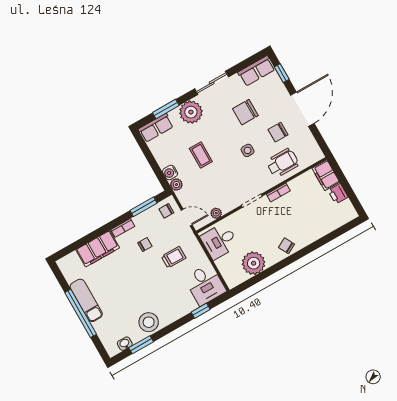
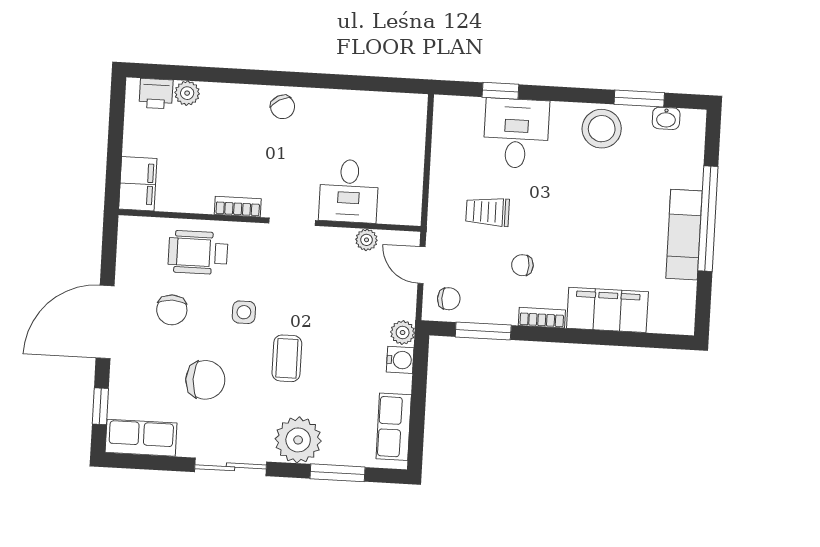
row of seats: (156, 128) -> (394, 427), moved, turned -90
chair: (278, 132) -> (172, 310), turned 90
coffee table: (201, 155) -> (287, 358), moved
printer: (338, 194) -> (156, 94), moved, turned 90
desk: (219, 241) -> (349, 191), moved, turned 90
plant: (254, 263) -> (187, 93), moved, width x0.53, depth x0.53
desk: (205, 285) -> (516, 133), moved

